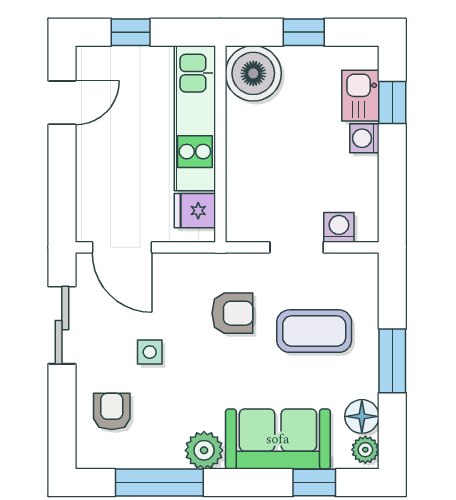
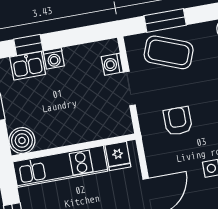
boiler: (253, 73) -> (22, 141), width x0.73, depth x0.73
coffee table: (314, 331) -> (169, 52), moved, turned -69
window: (392, 361) -> (165, 20), moved

